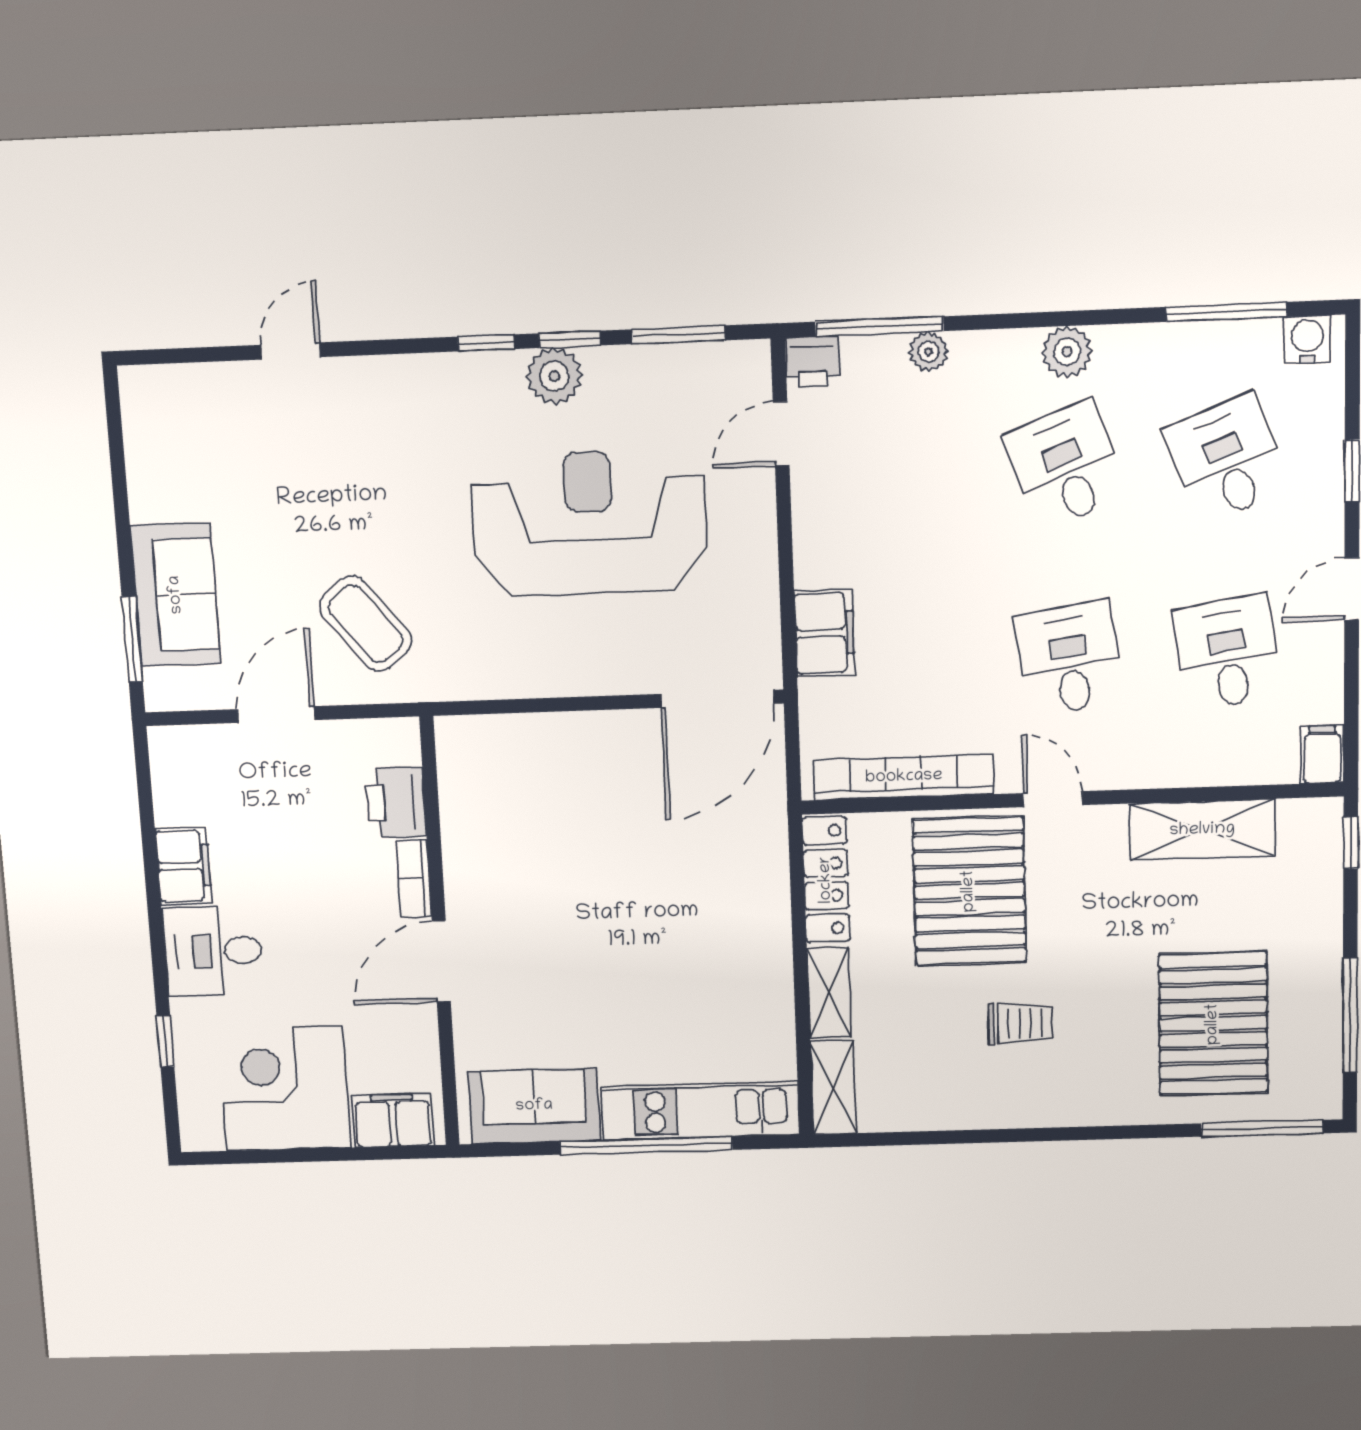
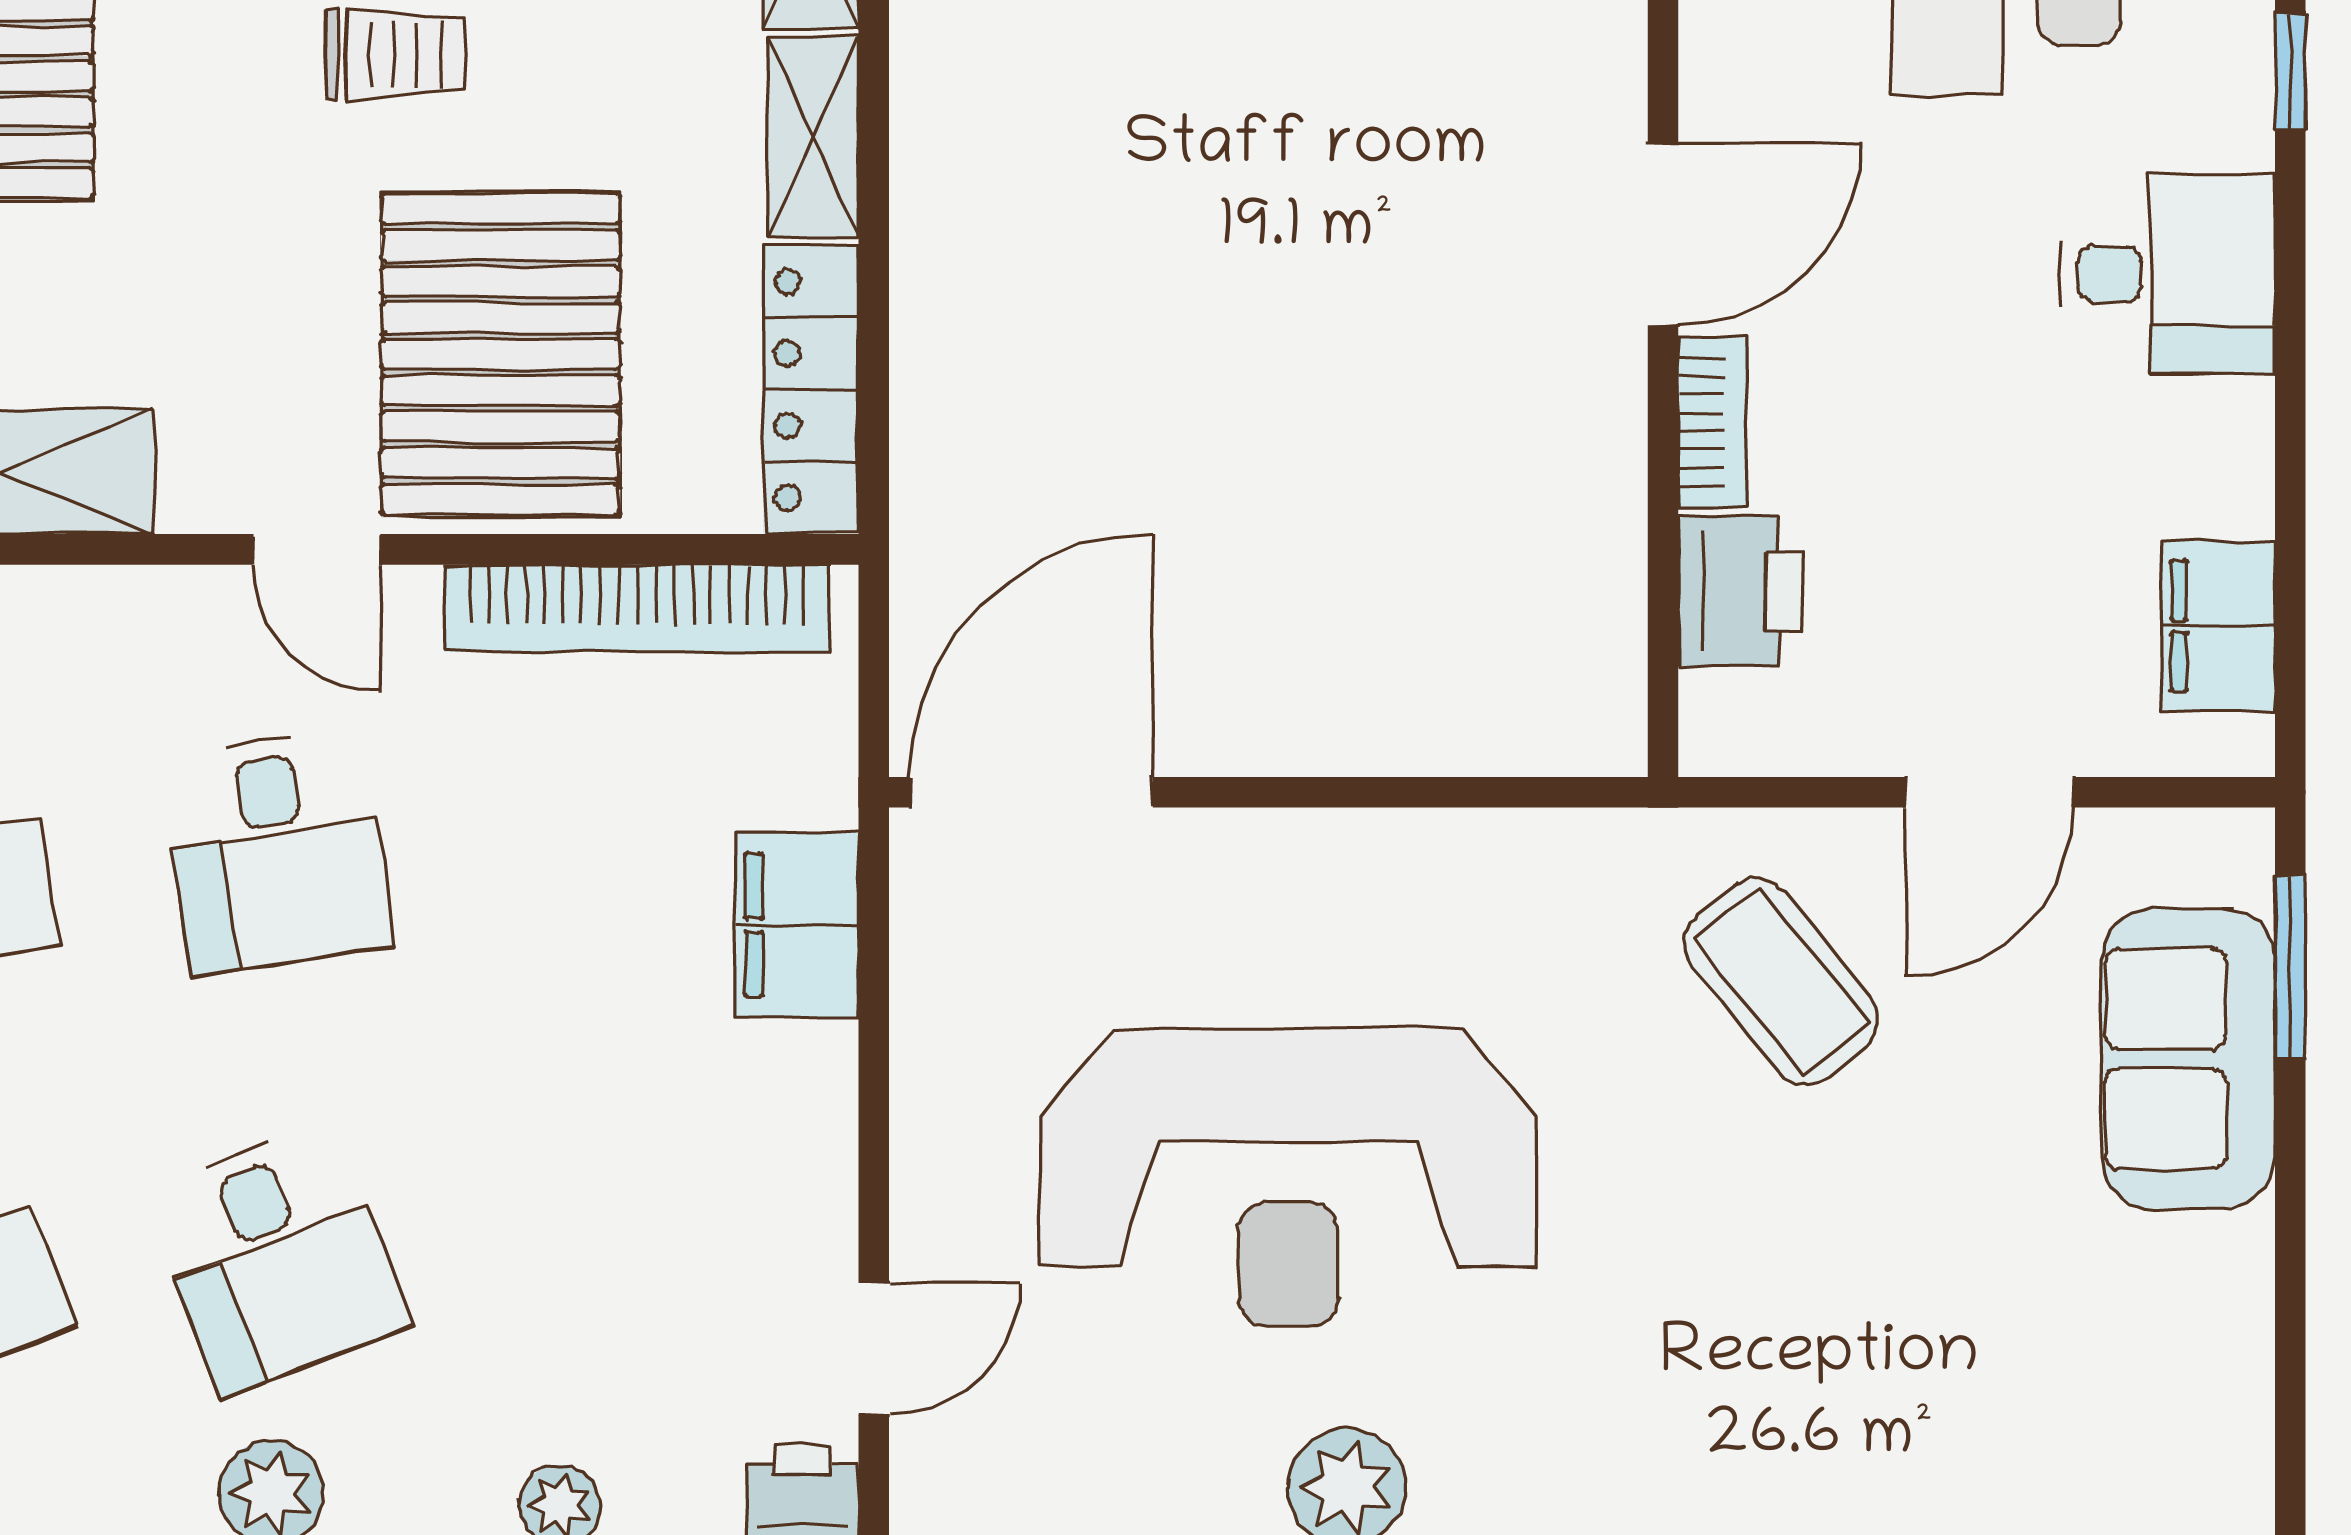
filing cabinet: (183, 866) -> (2218, 626), moved
trolley: (1020, 1023) -> (396, 55), turned 180

